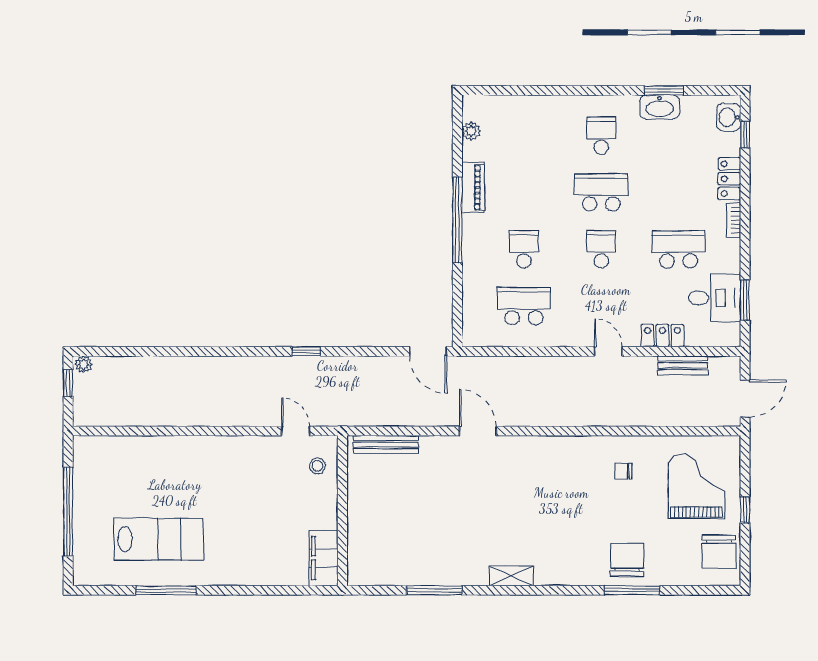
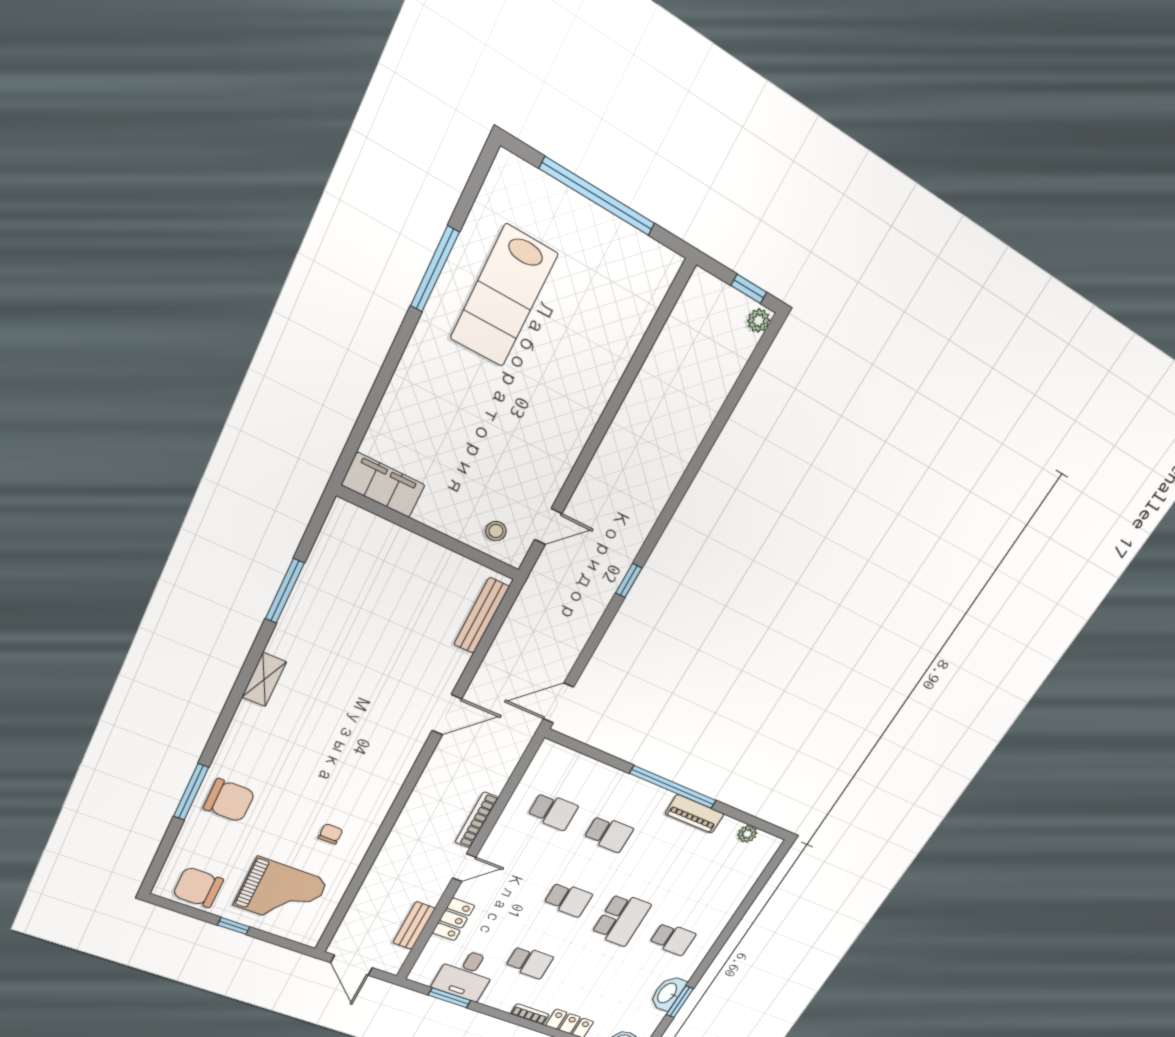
school desk: (679, 249) -> (529, 962), width x0.54
school desk: (524, 306) -> (553, 811), width x0.54
bookcase: (559, 363) -> (477, 820), added

